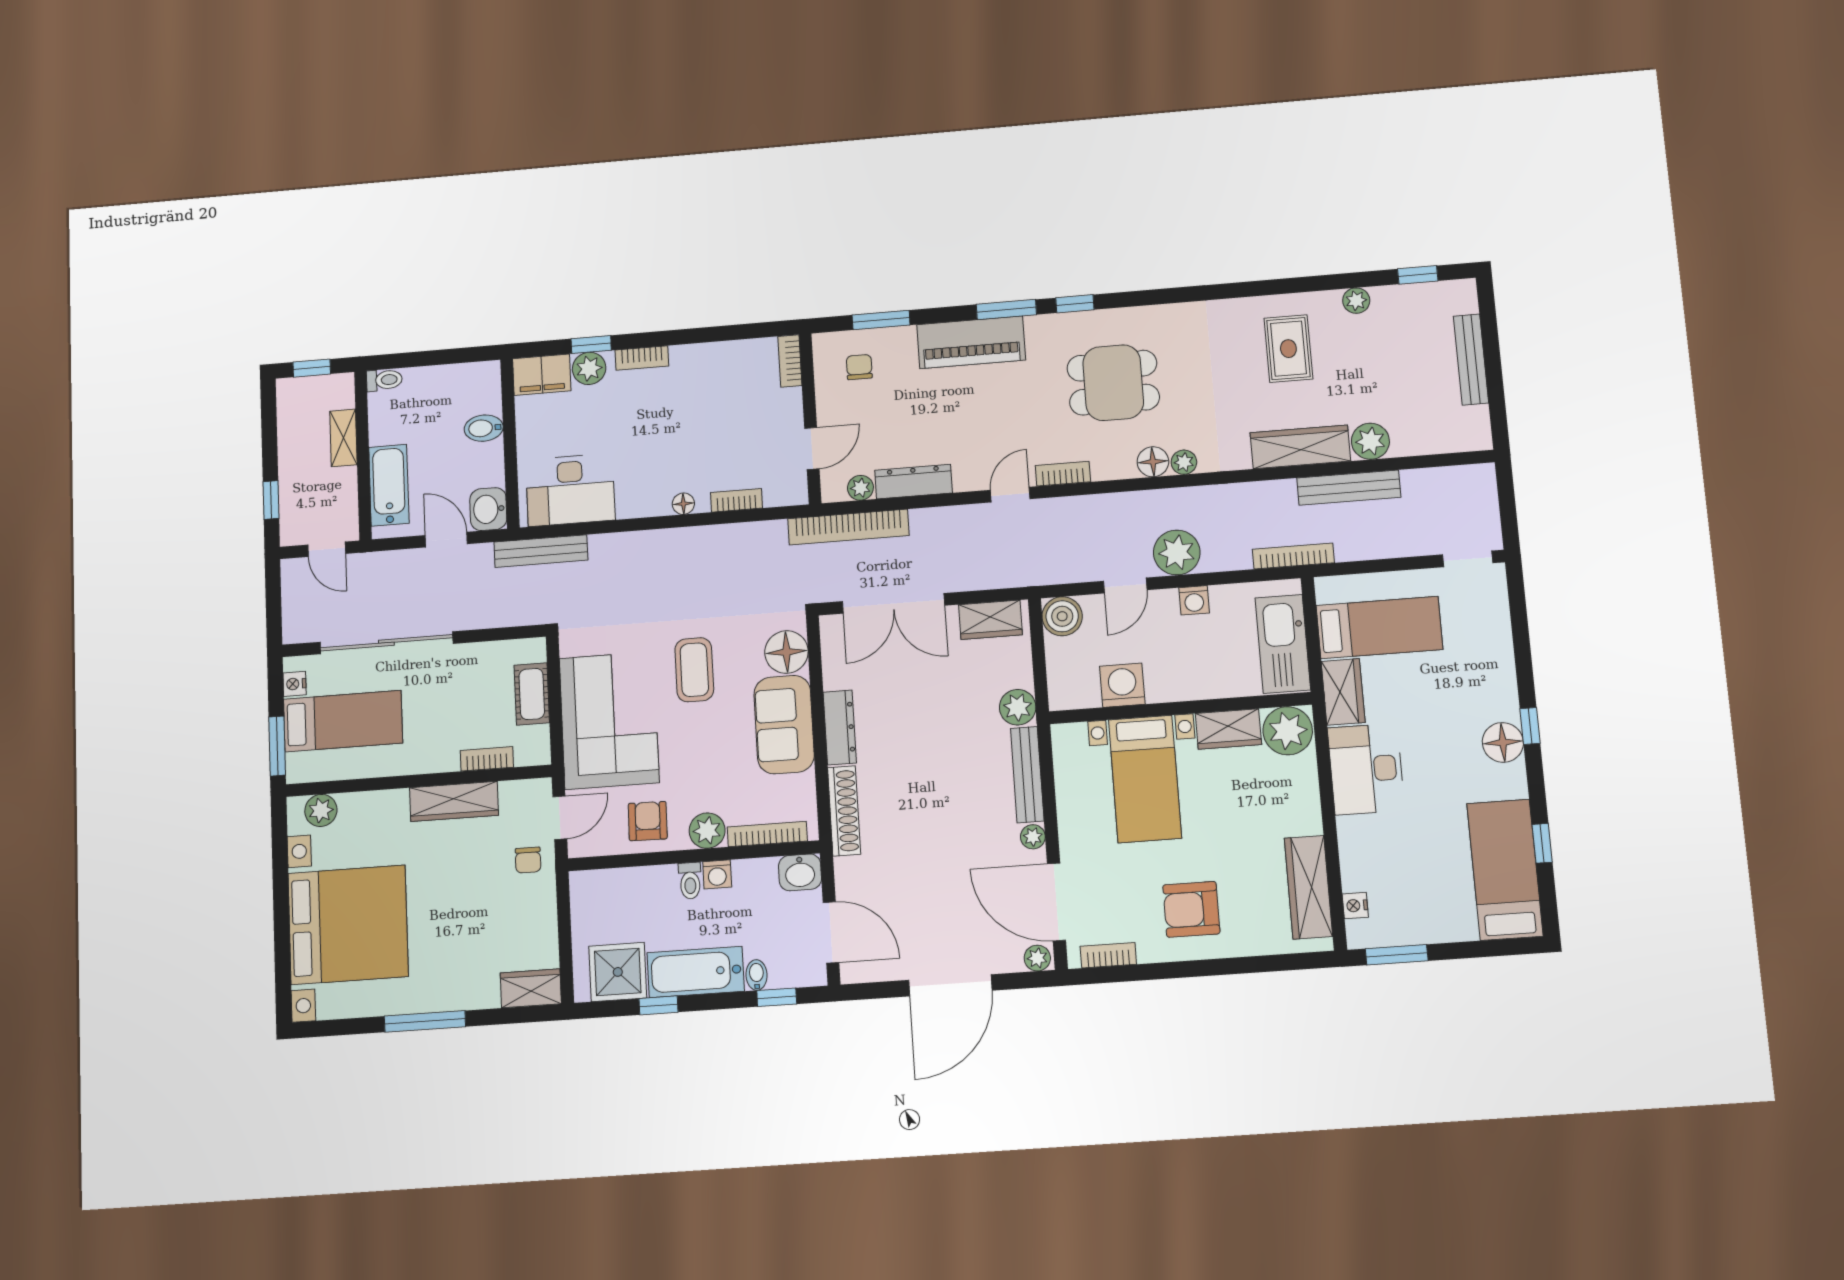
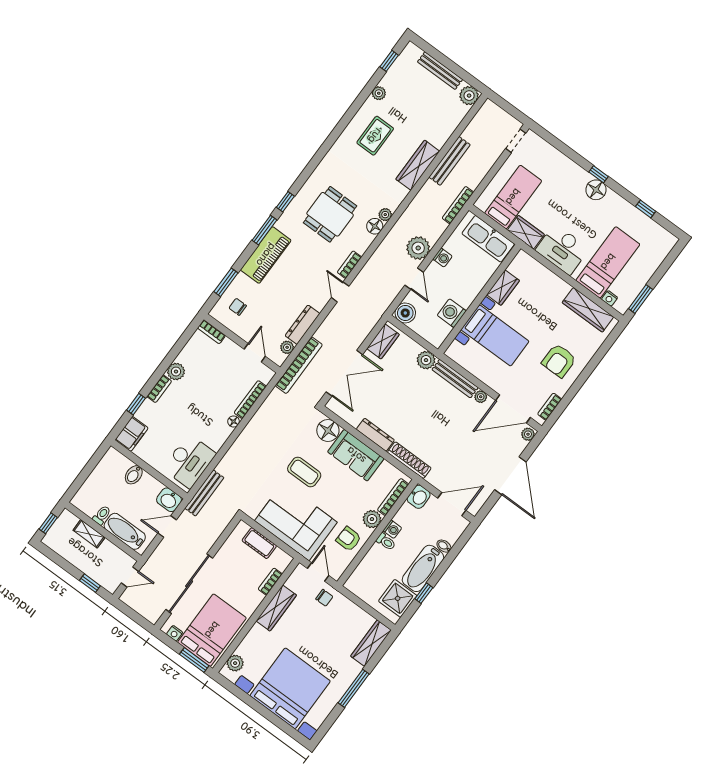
rug: (1288, 349) -> (375, 136), turned 90
plant: (589, 368) -> (176, 372), moved
toilet: (384, 380) -> (102, 515), moved
plant: (1370, 441) -> (469, 96), moved
bookcase: (736, 500) -> (250, 400), width x1.56
bed: (343, 721) -> (212, 630), width x1.50
plant: (1288, 731) -> (523, 266), removed
bed: (1505, 870) -> (608, 262), moved, turned 90
wardrobe: (531, 988) -> (371, 643), width x1.50
window: (777, 997) -> (459, 545), removed

